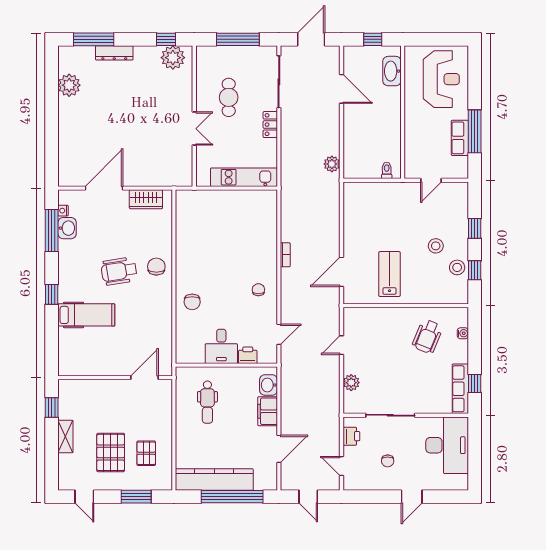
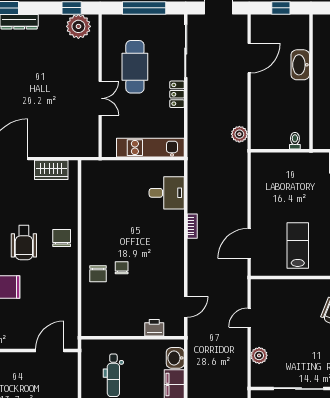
washbasin: (392, 71) -> (300, 65), moved
door: (341, 89) -> (249, 58), hinge flipped
cafe table: (229, 97) -> (135, 67), width x1.37, depth x1.35
wheelchair: (119, 271) -> (24, 243), turned -81
chair: (258, 290) -> (122, 268), moved
desk: (221, 346) -> (167, 193), moved, turned -90

